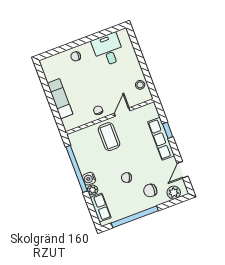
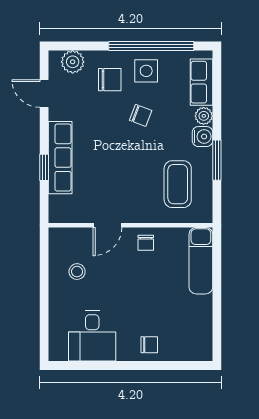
stool: (140, 85) -> (77, 272), moved
exam couch: (60, 99) -> (201, 261), moved
coffee table: (109, 137) -> (178, 184), moved
window: (77, 169) -> (217, 160), width x0.47
door: (183, 170) -> (44, 94), swing flipped
side table: (132, 202) -> (146, 71), added

